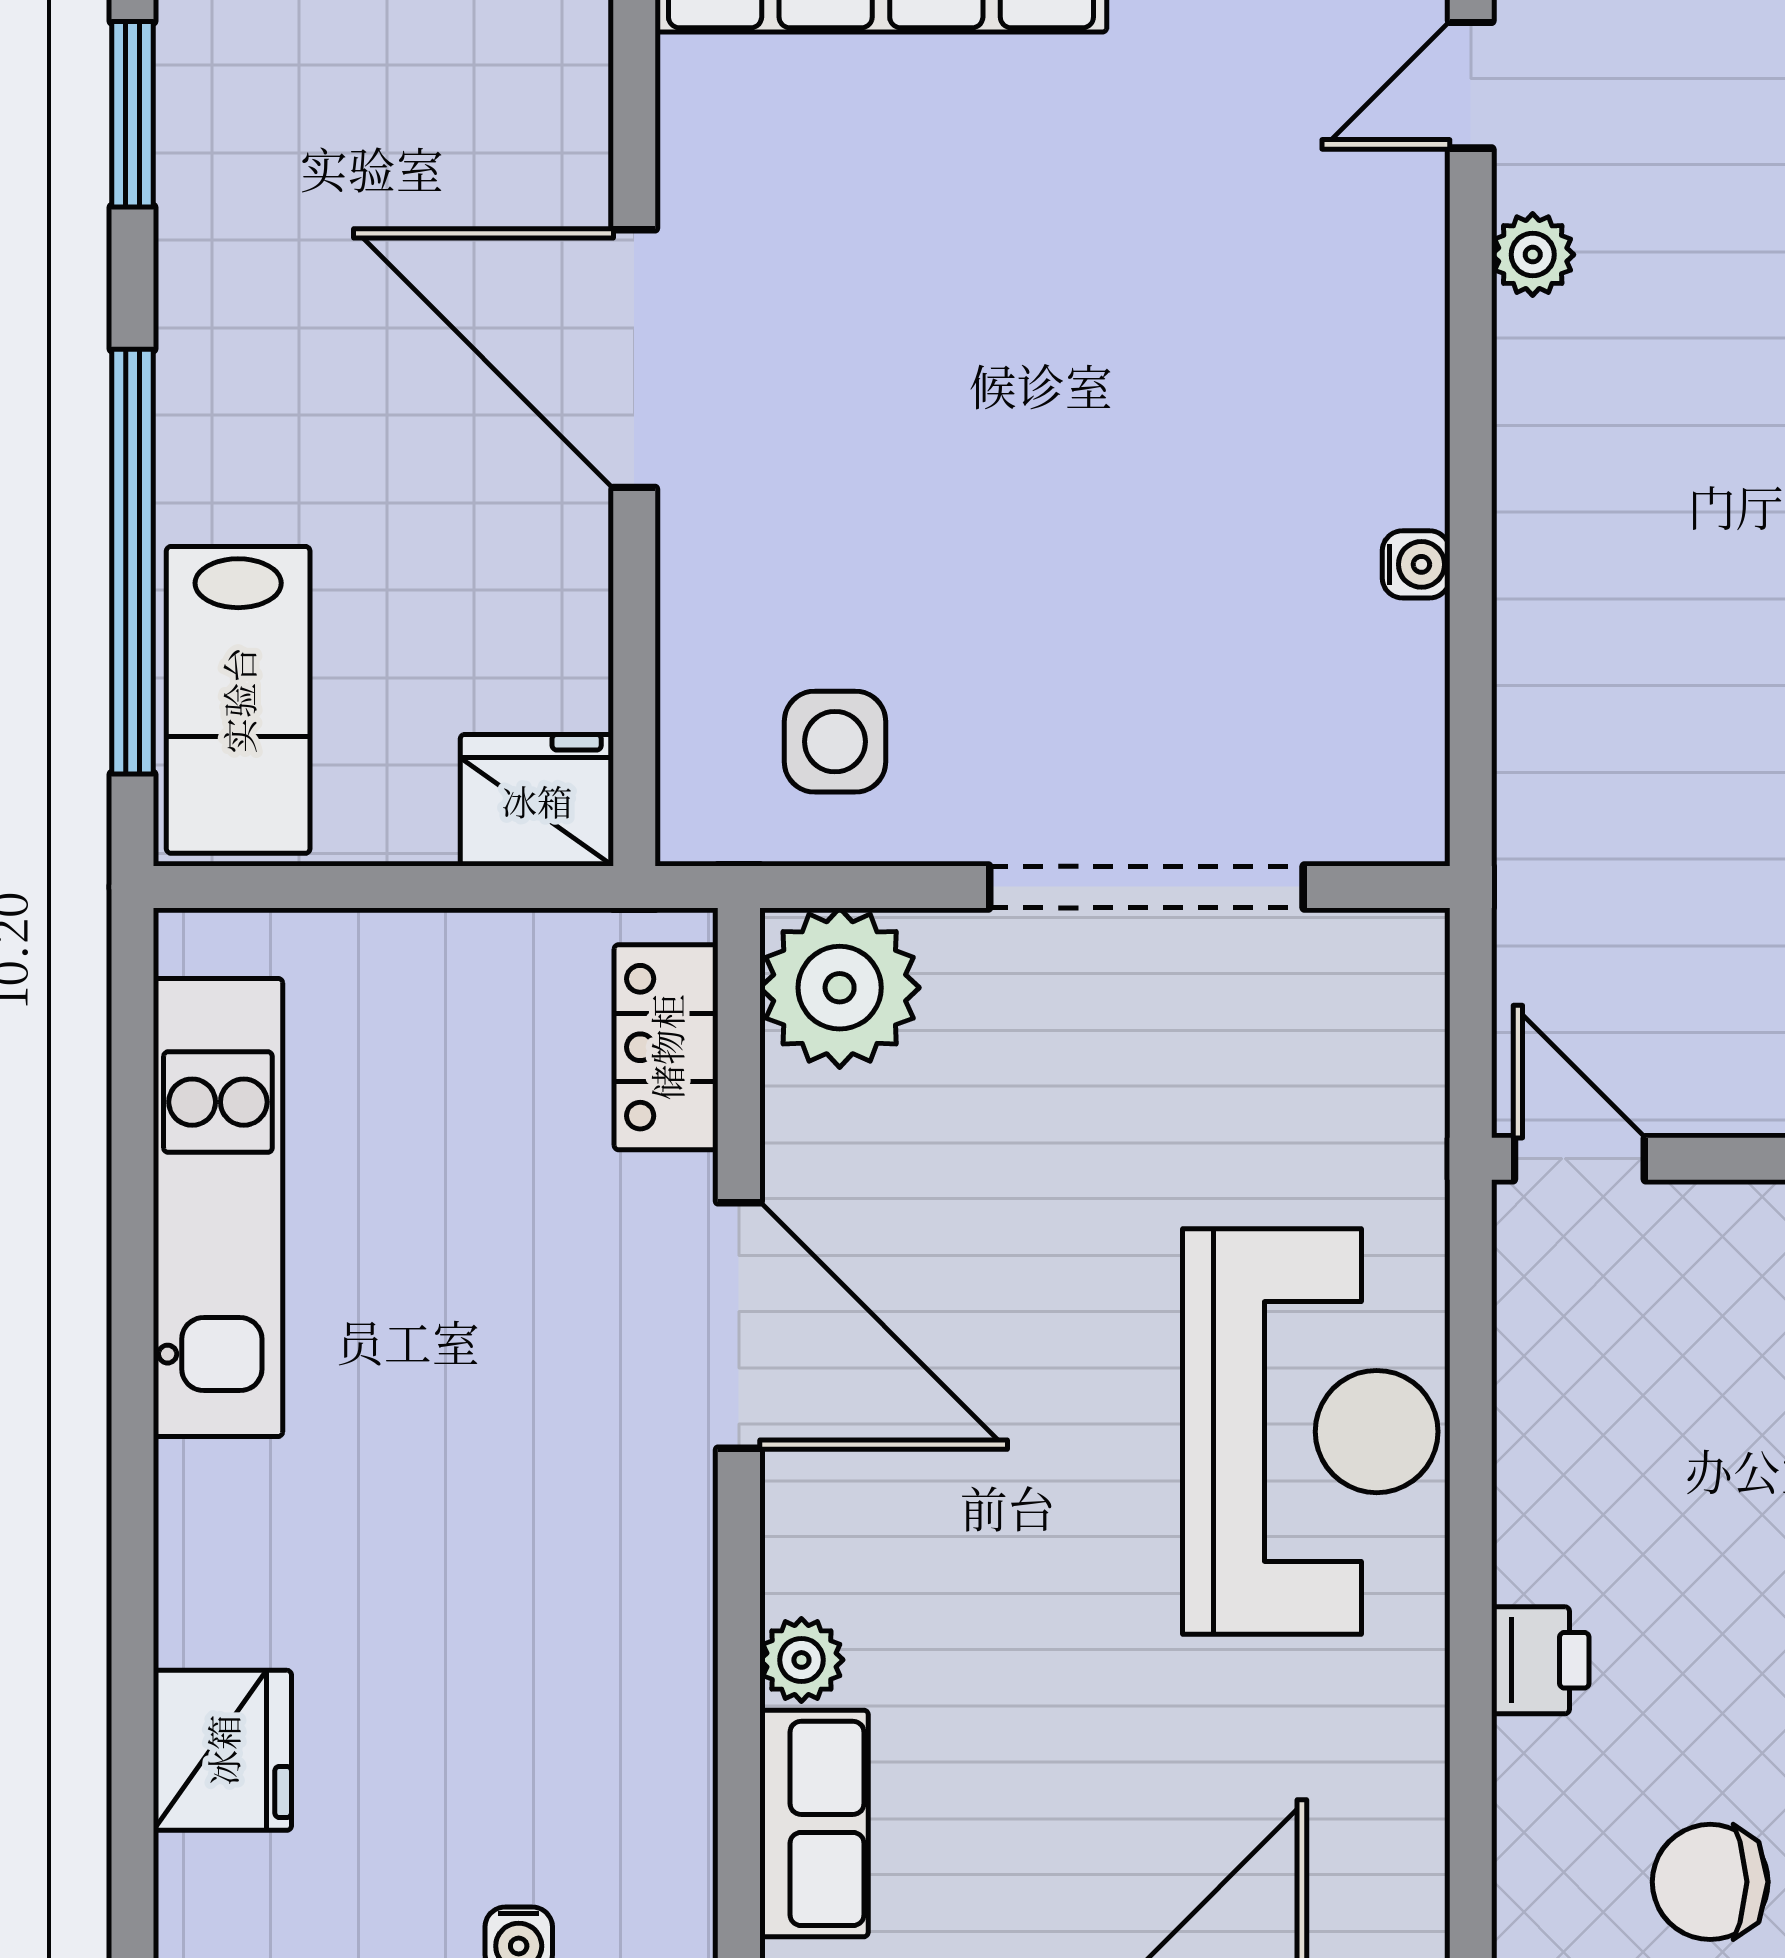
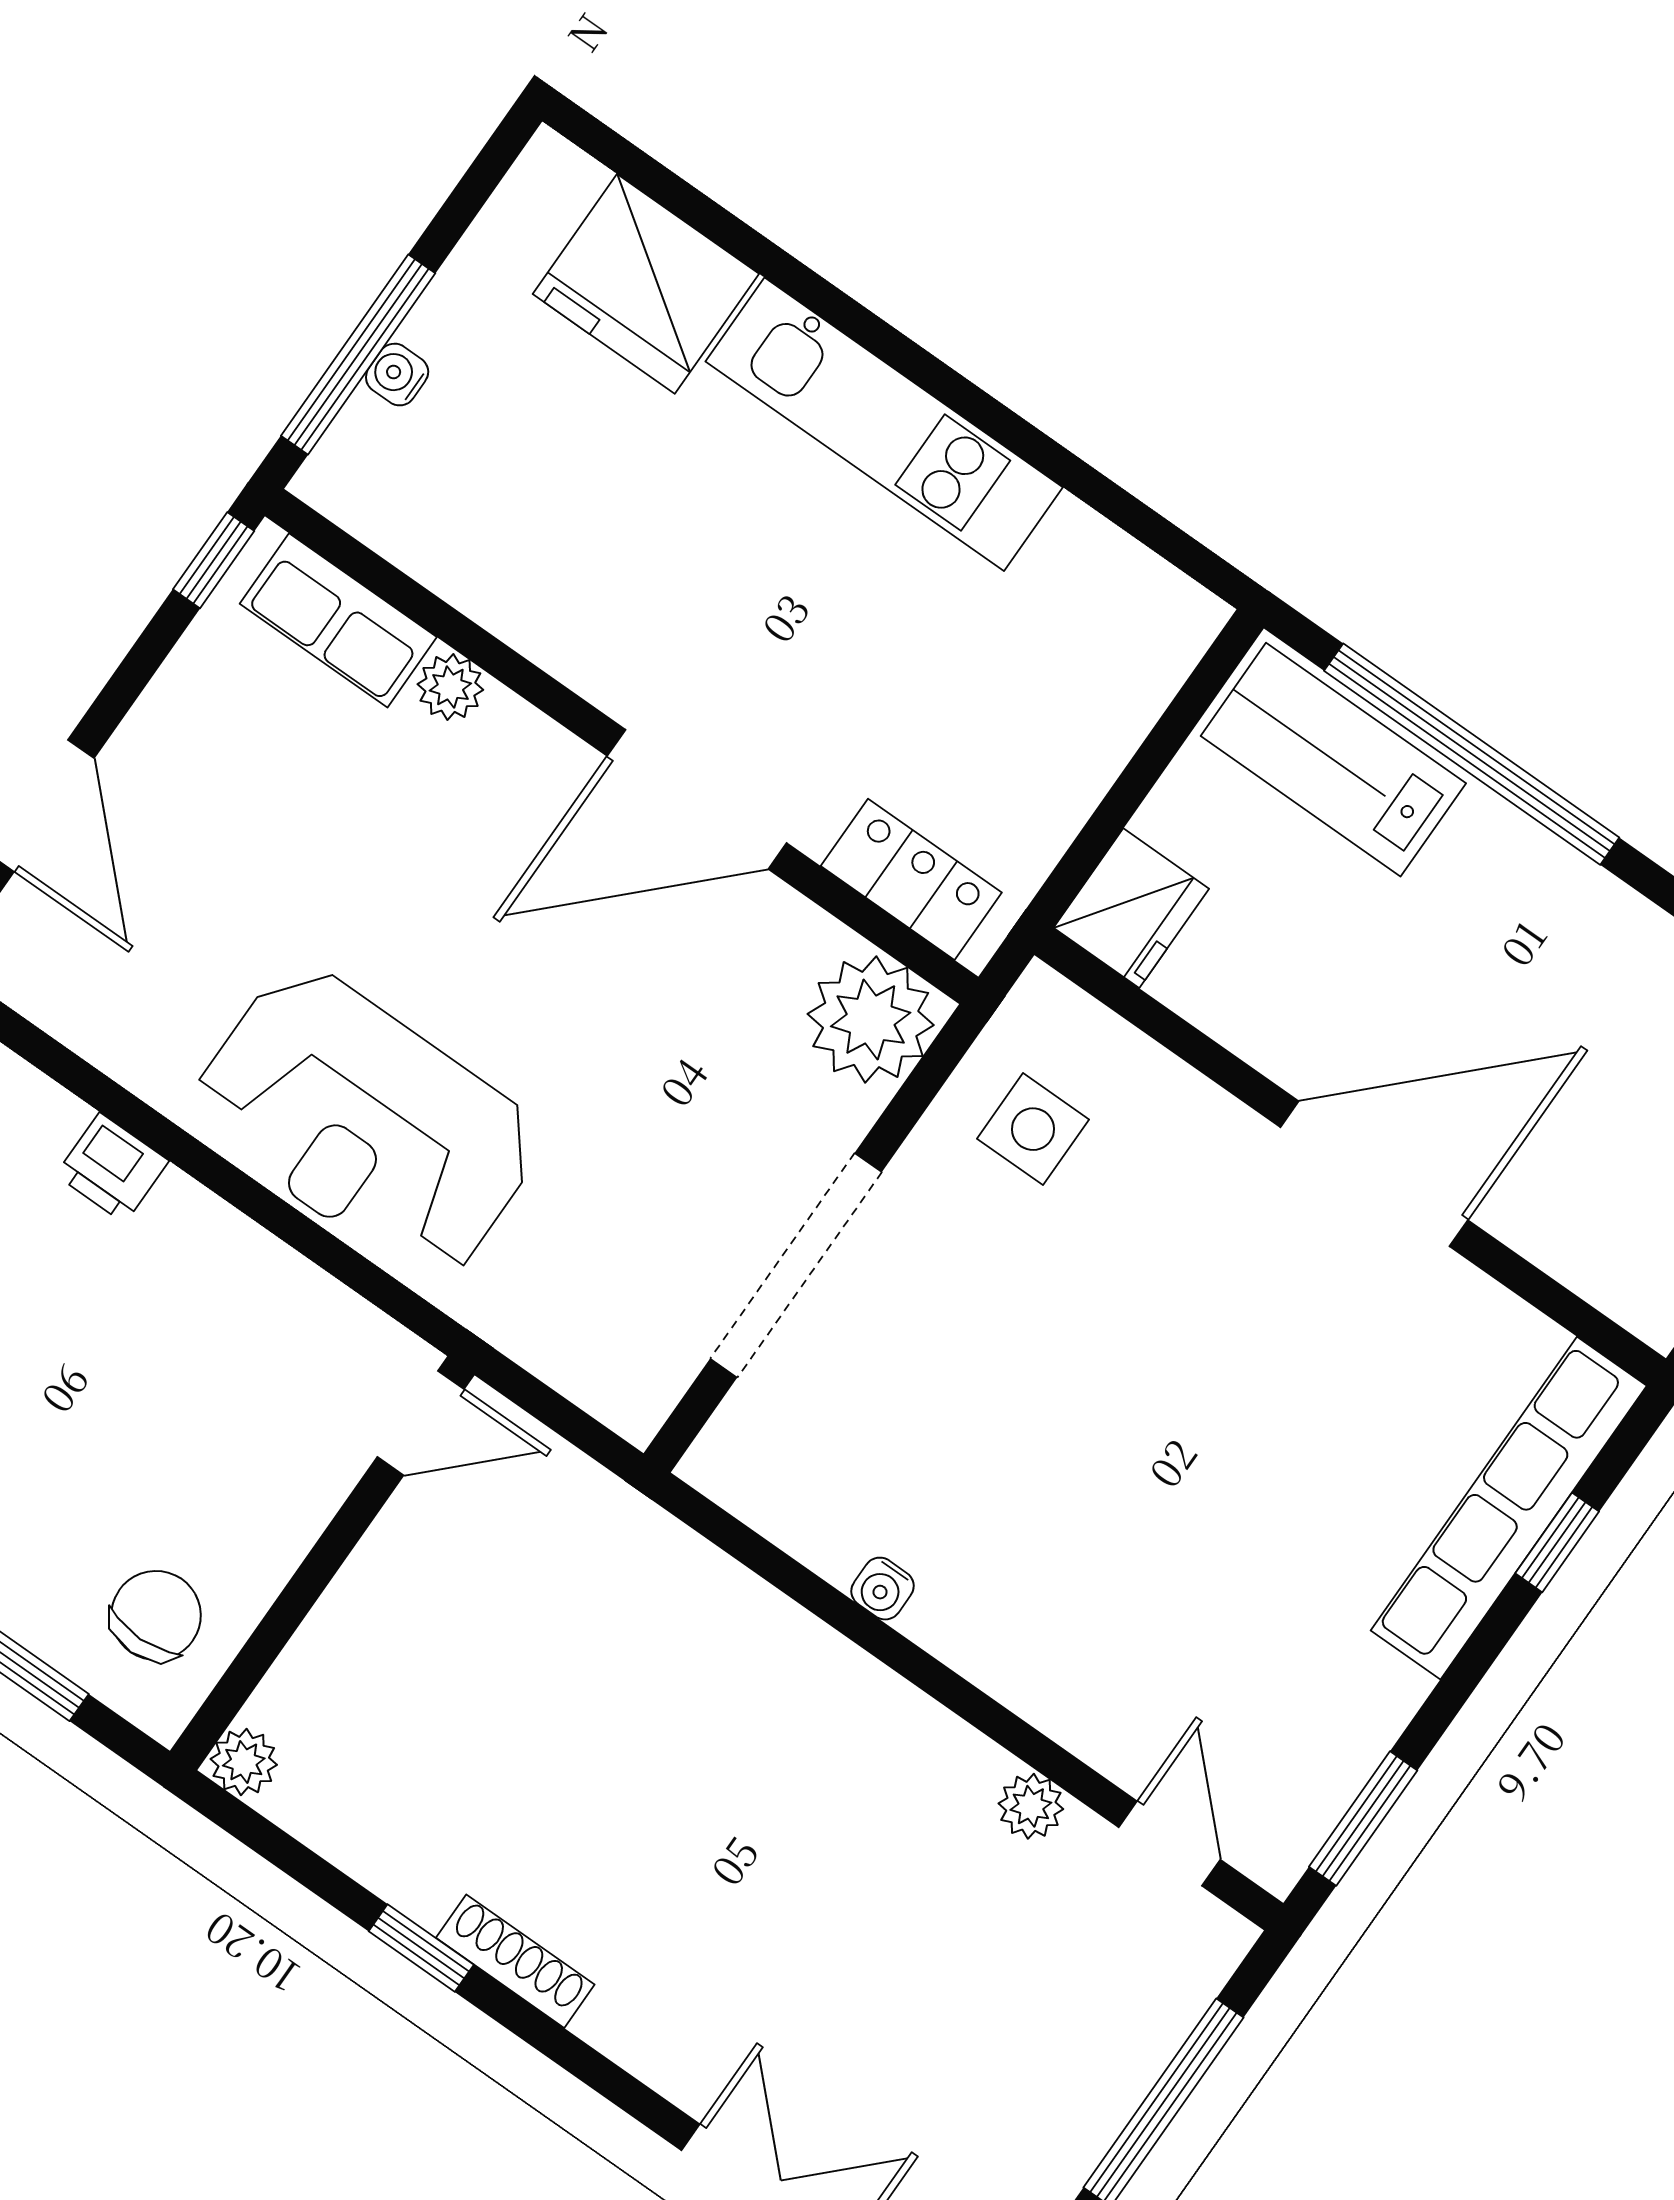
kitchen unit: (218, 1207) -> (884, 424), moved
fridge: (222, 1750) -> (646, 284), width x1.36, depth x1.34

